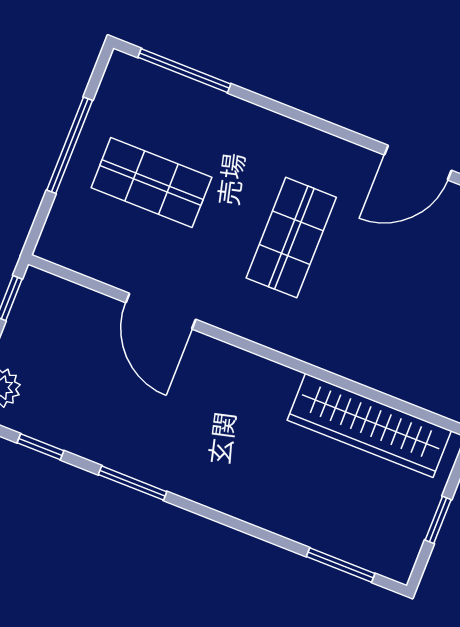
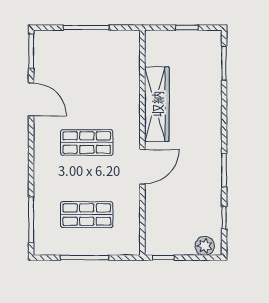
shop shelf: (151, 183) -> (87, 215), turned 90
door: (161, 311) -> (142, 167), moved
wardrobe: (369, 425) -> (157, 104), moved

